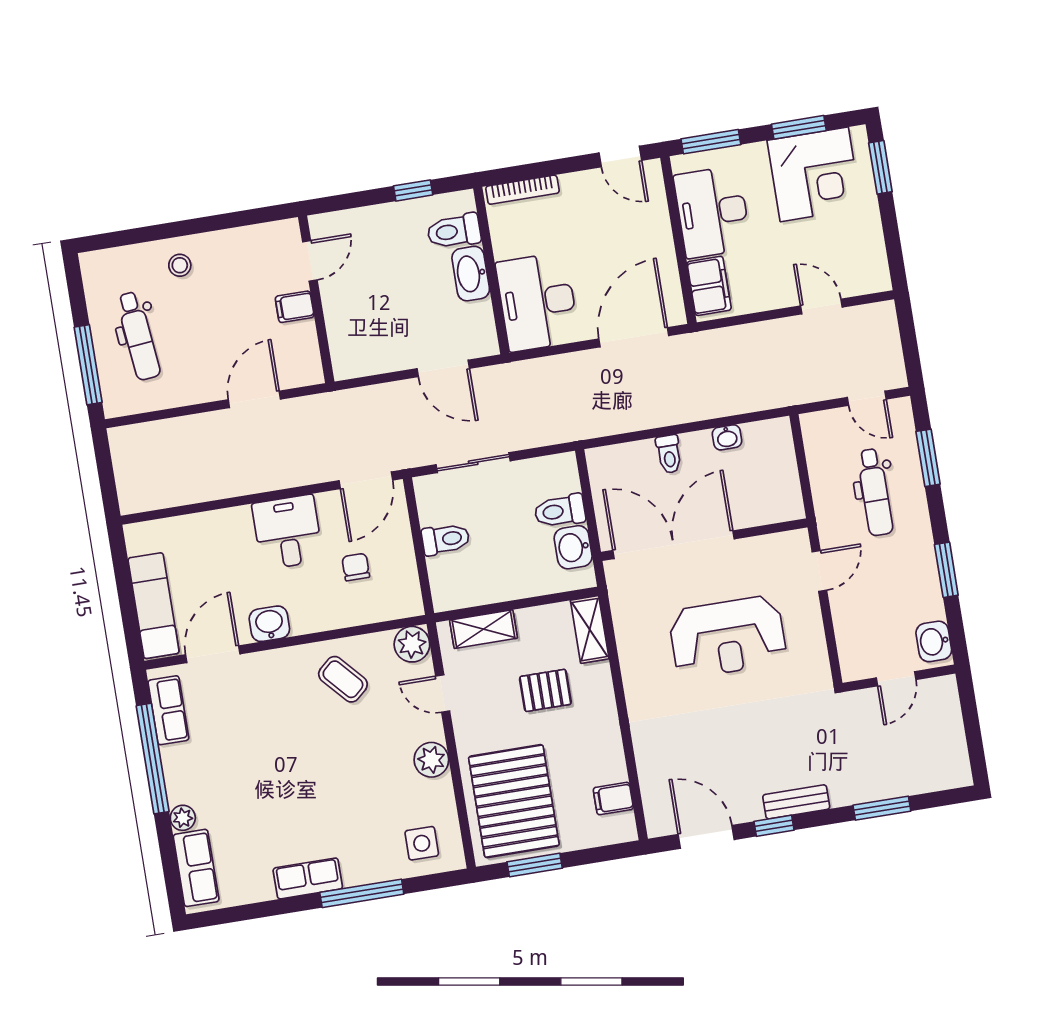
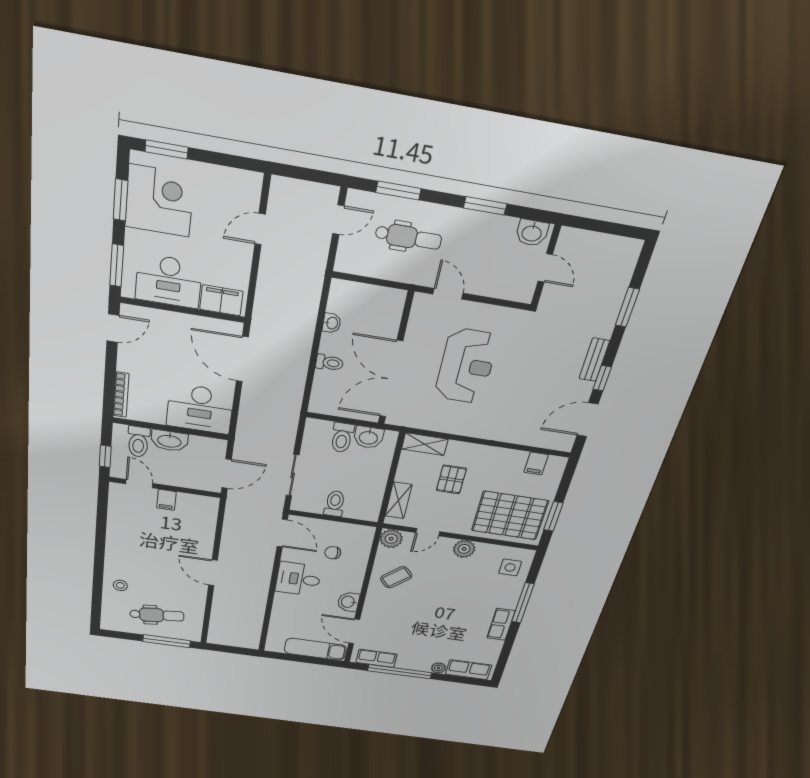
door: (310, 261) -> (139, 484), moved
wall: (316, 299) -> (165, 487), moved
filing cabinet: (295, 307) -> (166, 500), moved

